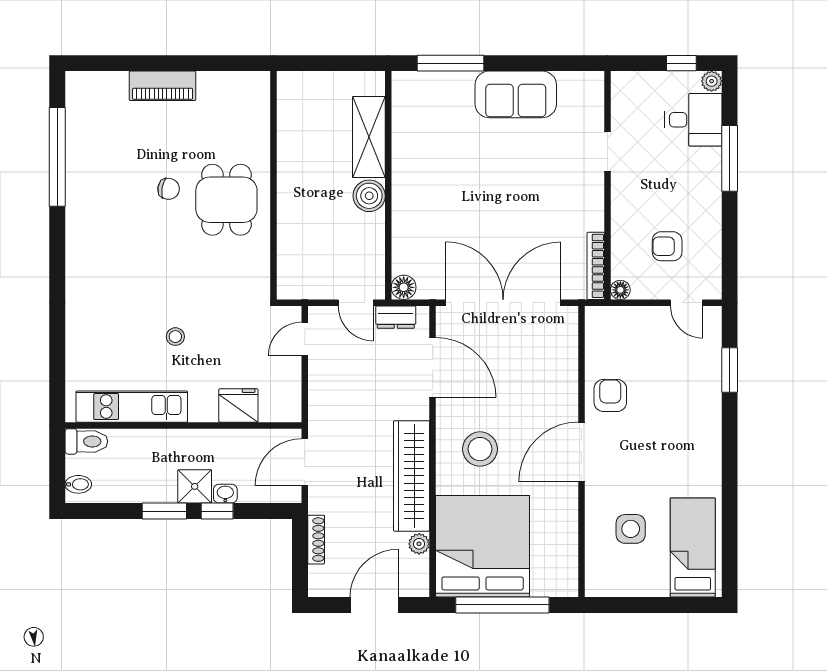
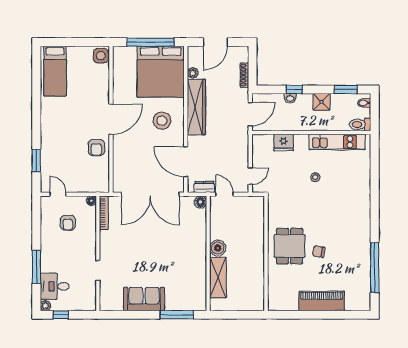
piano: (163, 86) -> (322, 301), width x1.37, depth x1.33
armchair: (667, 246) -> (68, 223), turned 90
shower: (195, 486) -> (321, 102), moved
window: (164, 511) -> (346, 89), moved
side table: (631, 529) -> (101, 56), moved

